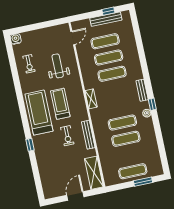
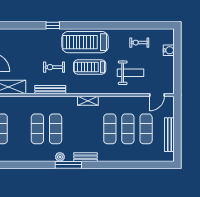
window: (108, 11) -> (177, 139), removed
door: (73, 38) -> (157, 95), hinge flipped
water cooler: (16, 39) -> (169, 50), moved
treadmill: (60, 104) -> (90, 67), turned 180
window: (152, 104) -> (68, 165), width x2.17
treadmill: (39, 113) -> (85, 42), turned 180

